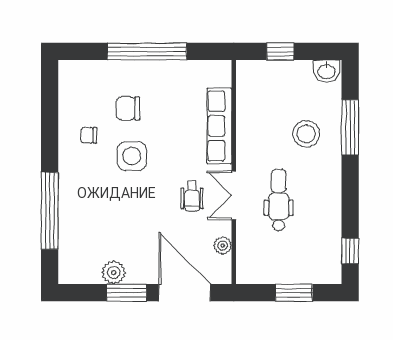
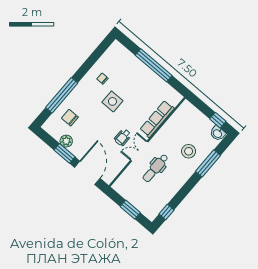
window: (280, 51) -> (218, 120), moved
chair: (128, 108) -> (70, 118), moved
dental chair: (279, 200) -> (155, 168), turned 180
plant: (223, 245) -> (118, 167), removed

